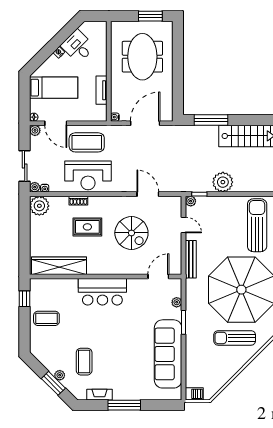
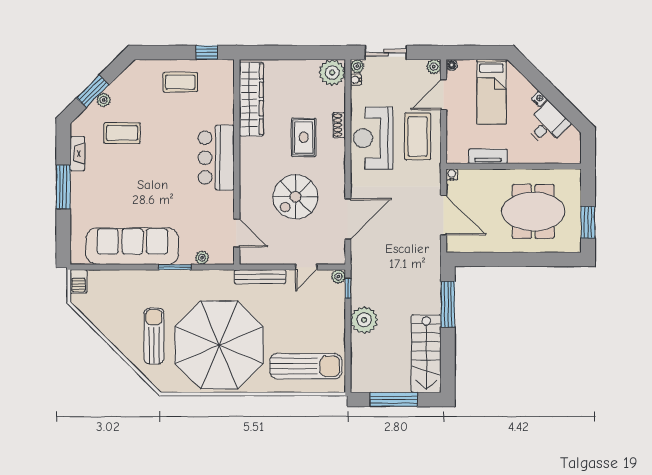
door: (148, 194) -> (348, 219), width x1.36
coffee table: (46, 318) -> (180, 82), turned 90

